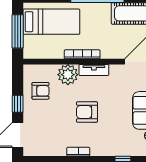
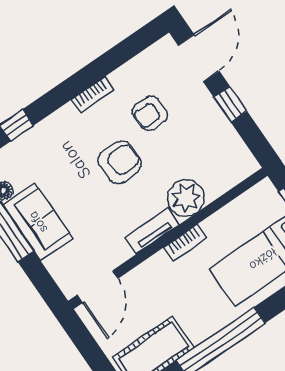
bookcase: (82, 54) -> (185, 242), width x0.64
armchair: (41, 91) -> (150, 113), moved

